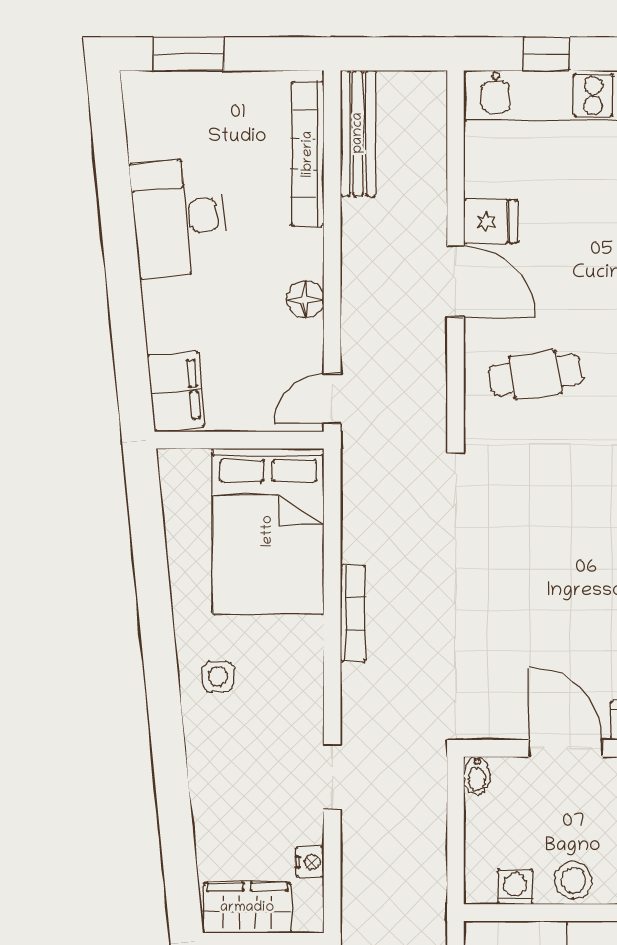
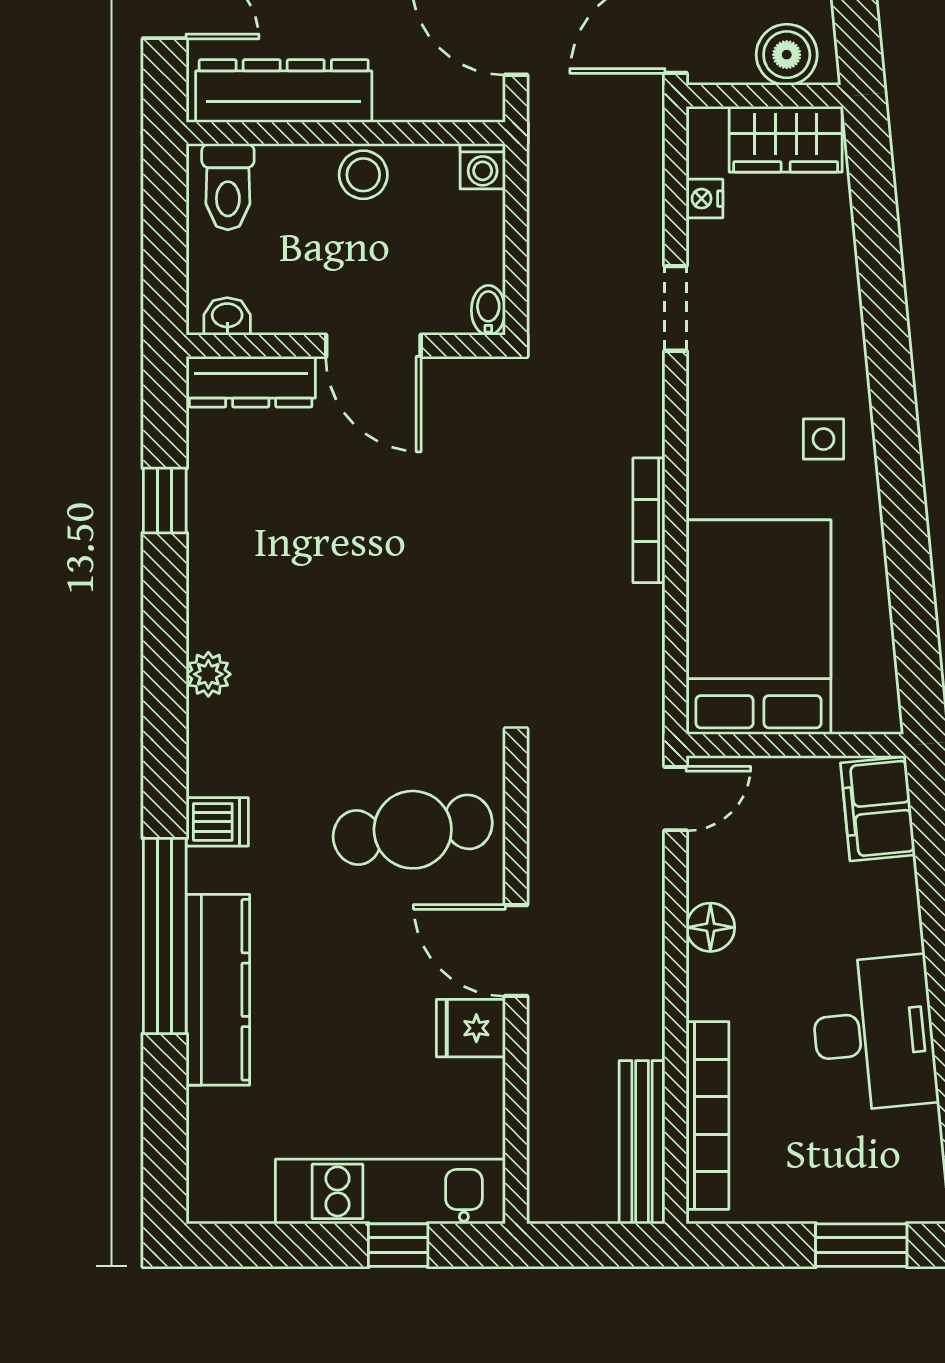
cafe table: (535, 375) -> (413, 830), width x1.37, depth x1.35
washing machine: (515, 887) -> (483, 166), moved

